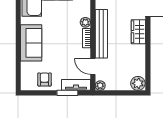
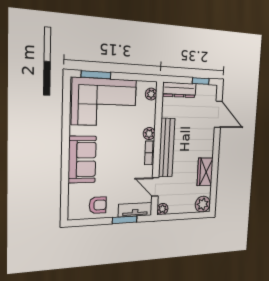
wardrobe: (138, 32) -> (205, 172), moved
armchair: (44, 79) -> (98, 205), turned 90

